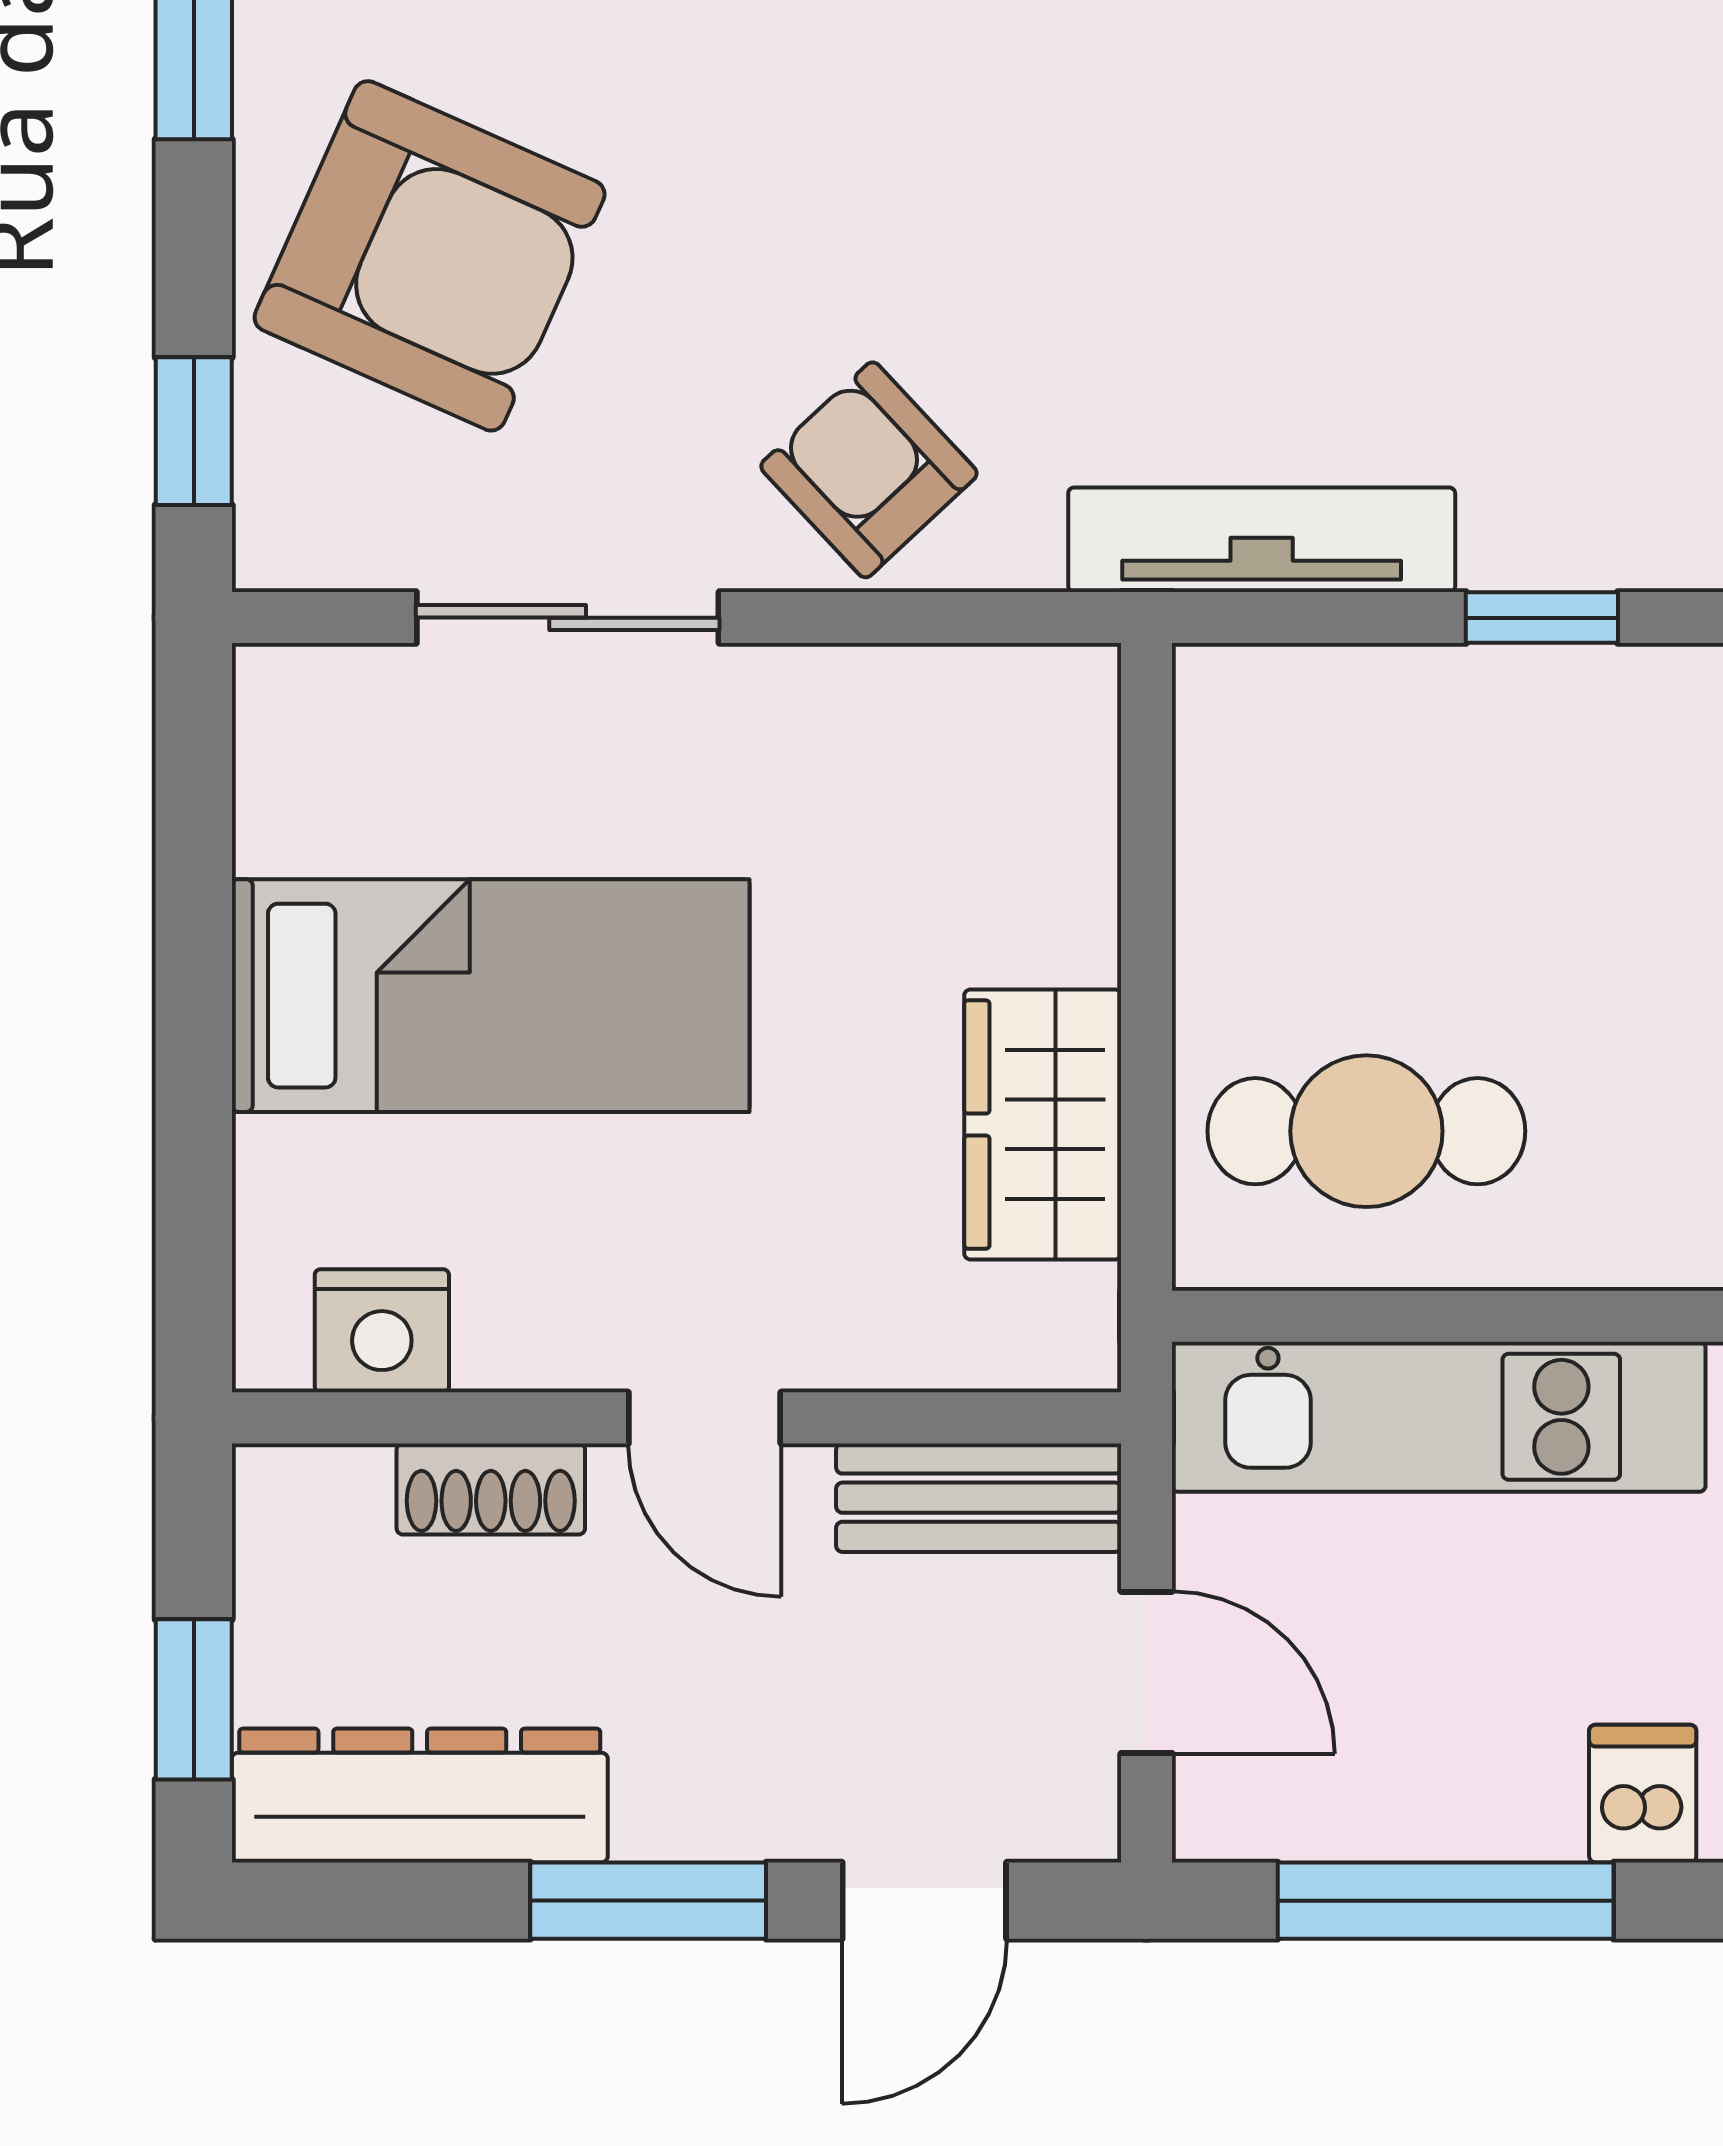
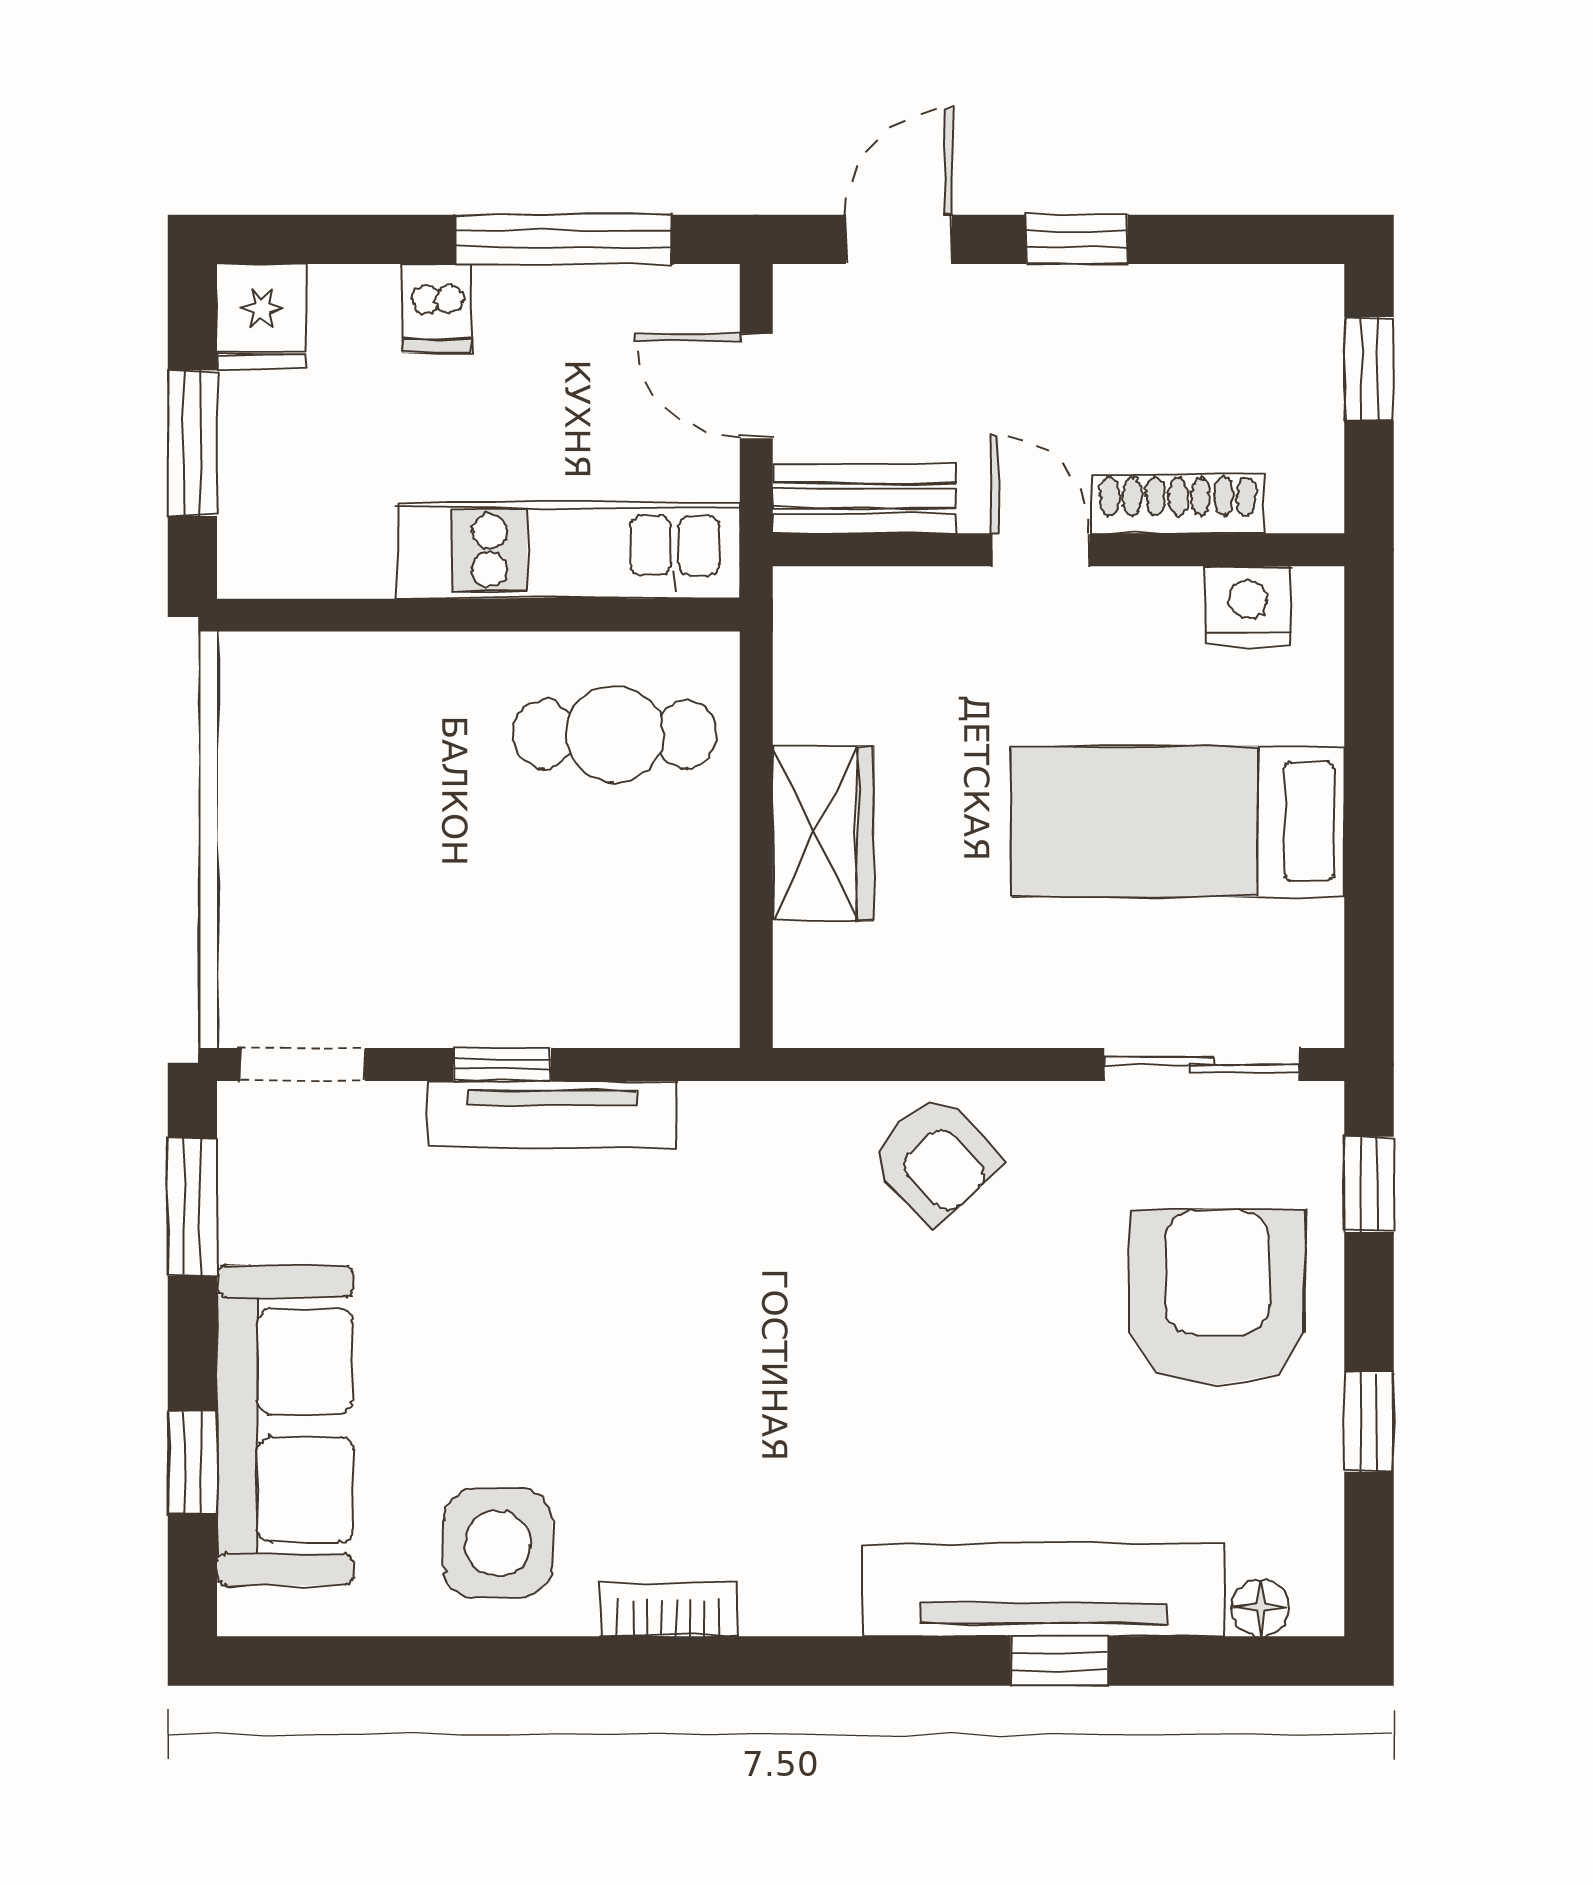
armchair: (430, 256) -> (1217, 1297), turned 66
tv unit: (1262, 540) -> (552, 1115), moved
sliding door: (568, 618) -> (1202, 1065), moved
wardrobe: (1043, 1125) -> (823, 833), moved
shoe rack: (491, 1489) -> (1178, 504), width x1.43
dresser: (420, 1795) -> (1224, 307), removed
window: (648, 1901) -> (1077, 239), width x0.67

